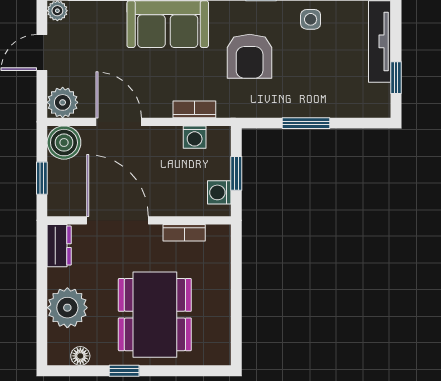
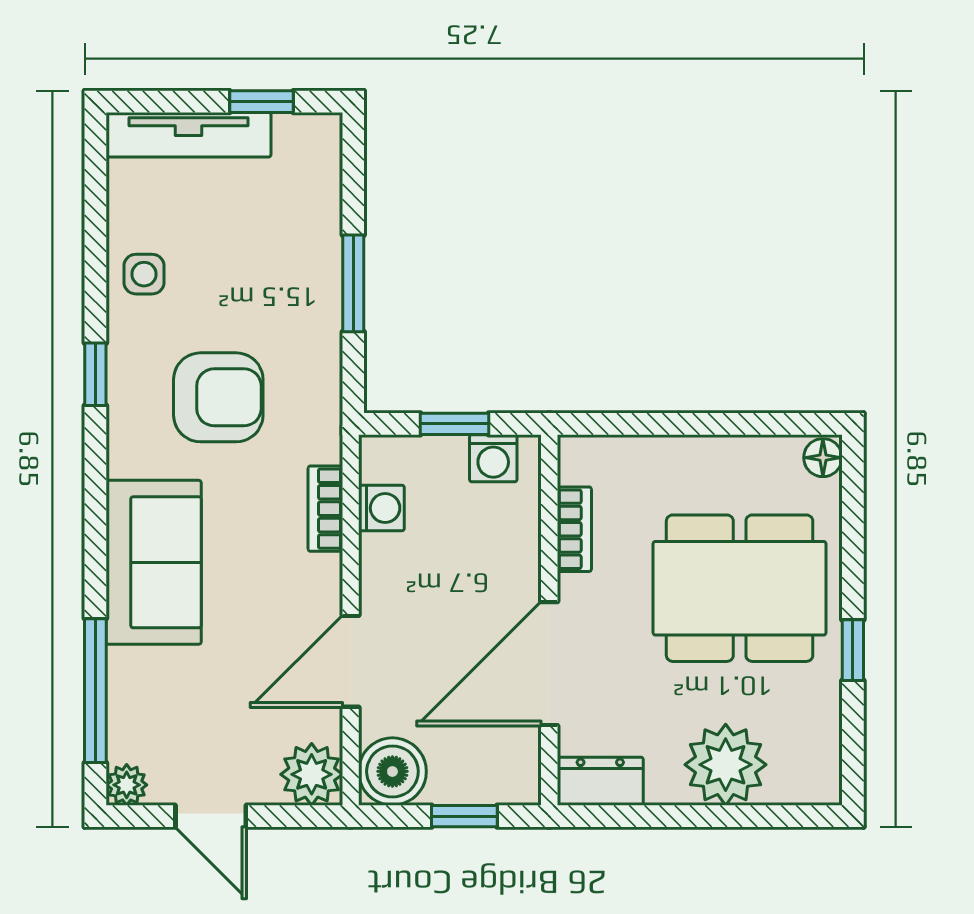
floor lamp: (80, 356) -> (823, 458), moved

